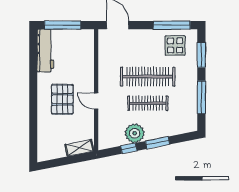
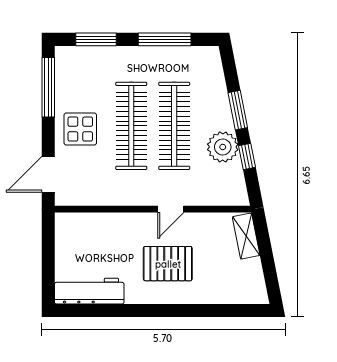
window: (63, 25) -> (48, 263), removed
display table: (175, 45) -> (80, 129), moved
clothes rail: (148, 103) -> (174, 126), width x1.37, depth x1.31

